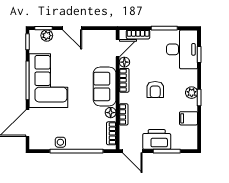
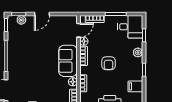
door: (72, 28) -> (42, 14), hinge flipped
desk: (182, 49) -> (130, 27), width x0.73
corner sofa: (48, 81) -> (23, 56), removed
plant: (192, 93) -> (138, 52), moved

